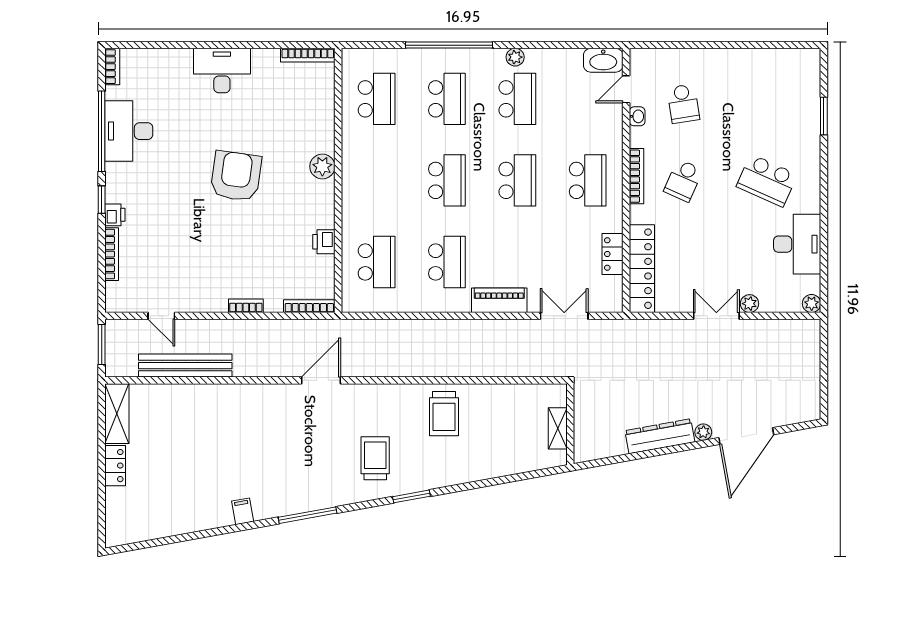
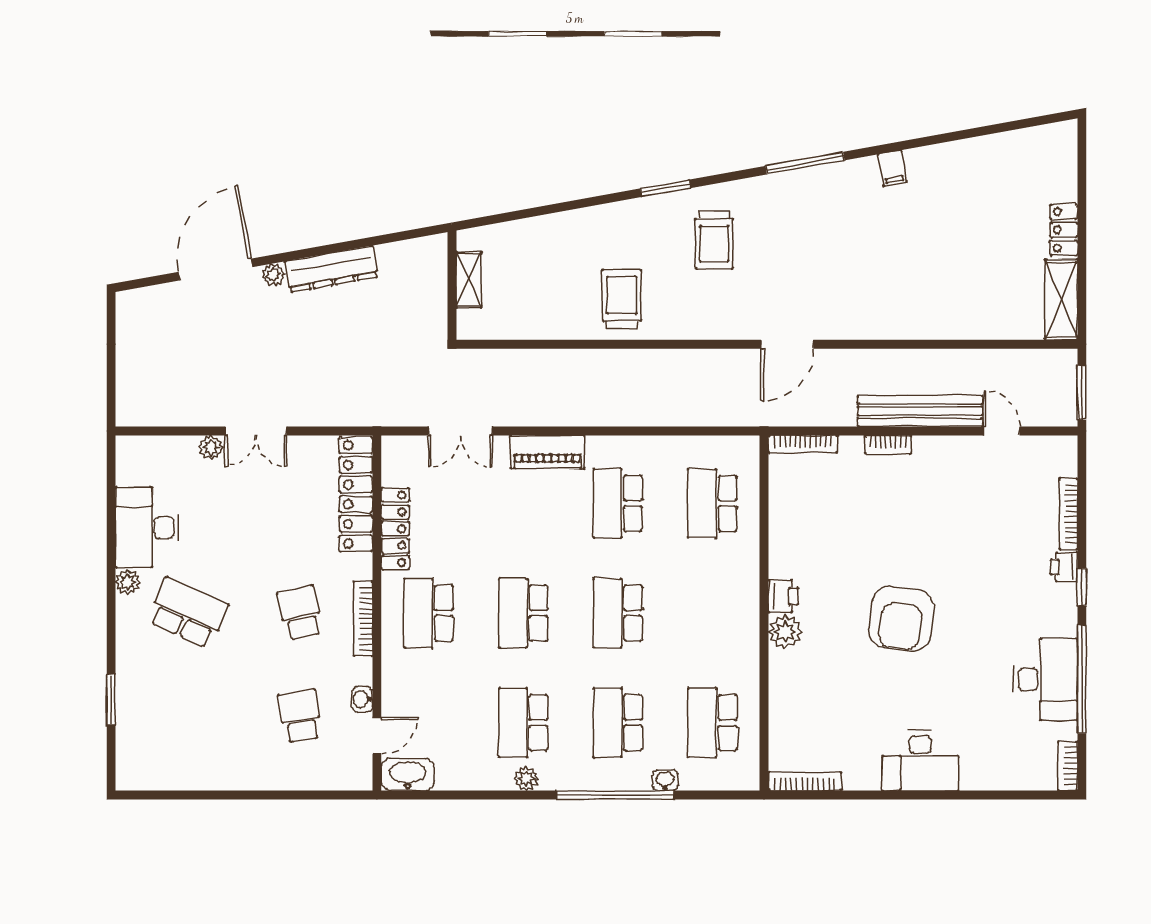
washbasin: (412, 56) -> (665, 780), added
school desk: (683, 180) -> (300, 613), turned -36
printer: (324, 242) -> (783, 596), moved
locker: (613, 254) -> (395, 529), width x1.53
plant: (812, 304) -> (128, 582), moved
bench: (185, 366) -> (920, 411), moved

